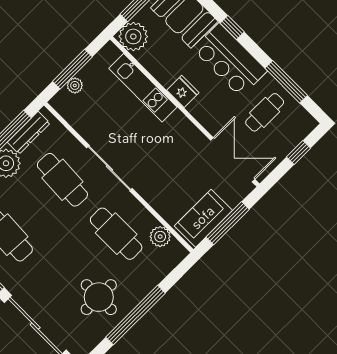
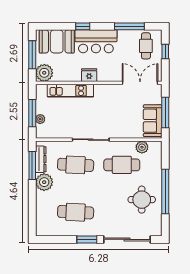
cafe table: (265, 112) -> (146, 46), moved

